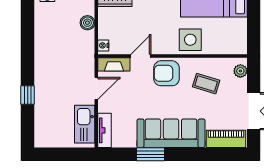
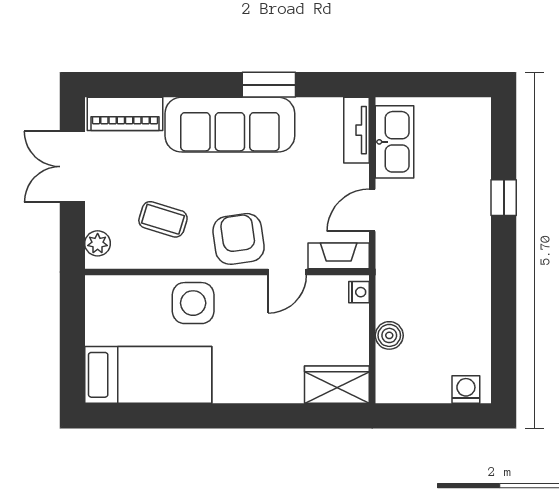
armchair: (166, 73) -> (239, 239), turned -98

